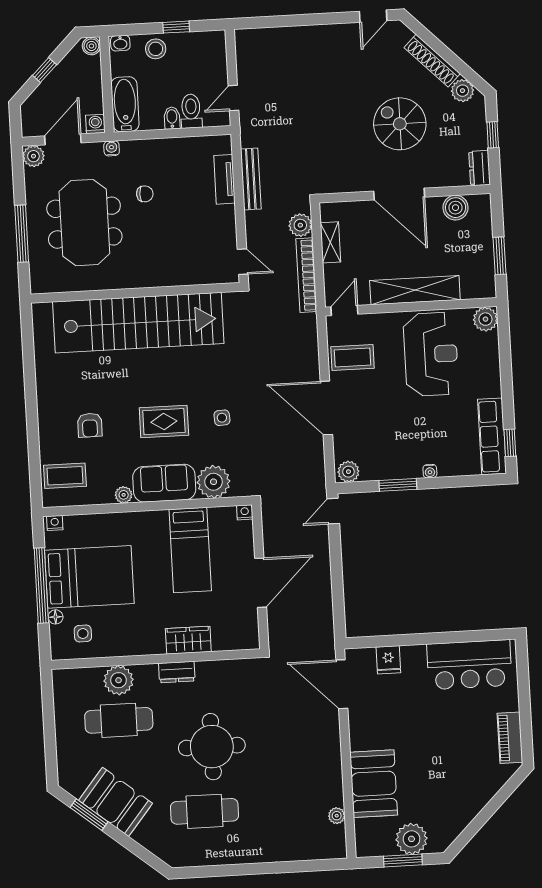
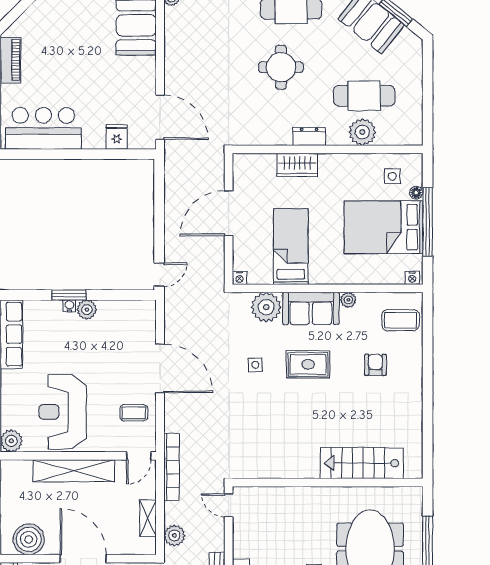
boiler: (456, 208) -> (29, 539), width x1.37, depth x1.37
bookcase: (306, 275) -> (171, 467), moved
stairs: (138, 323) -> (362, 463), width x0.54, depth x0.66
coffee table: (353, 358) -> (134, 413), width x0.73, depth x0.77
plant: (348, 472) -> (87, 310), moved
window: (398, 485) -> (69, 295), moved
round table: (212, 747) -> (281, 67), width x0.73, depth x0.73

